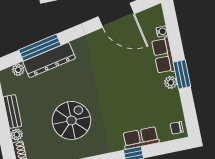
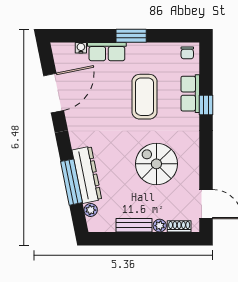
plant: (171, 82) -> (137, 49), removed
coffee table: (130, 97) -> (145, 97), added

